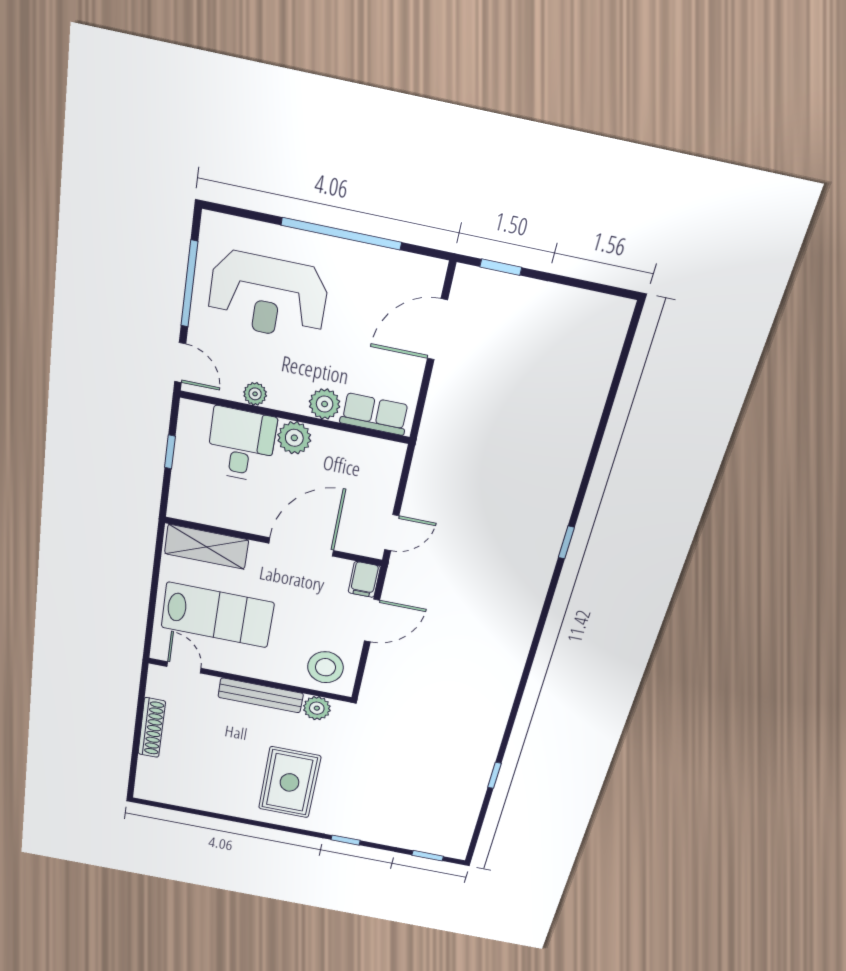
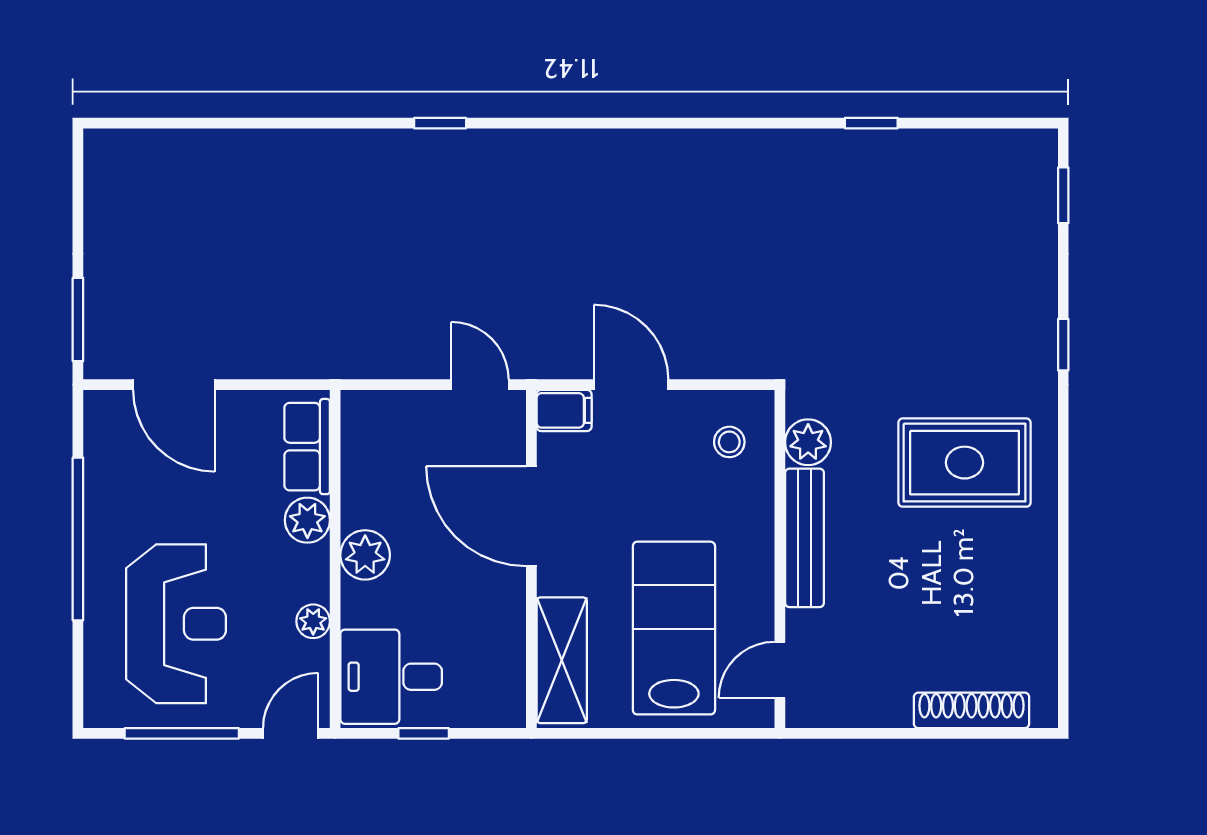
window: (501, 267) -> (78, 320), width x1.50
desk: (241, 445) -> (391, 677), moved
stool: (325, 667) -> (729, 442), width x0.53, depth x0.53
shoe rack: (152, 728) -> (972, 710), moved

